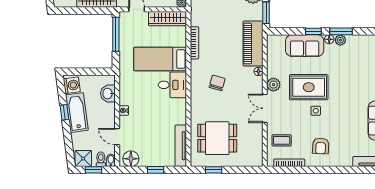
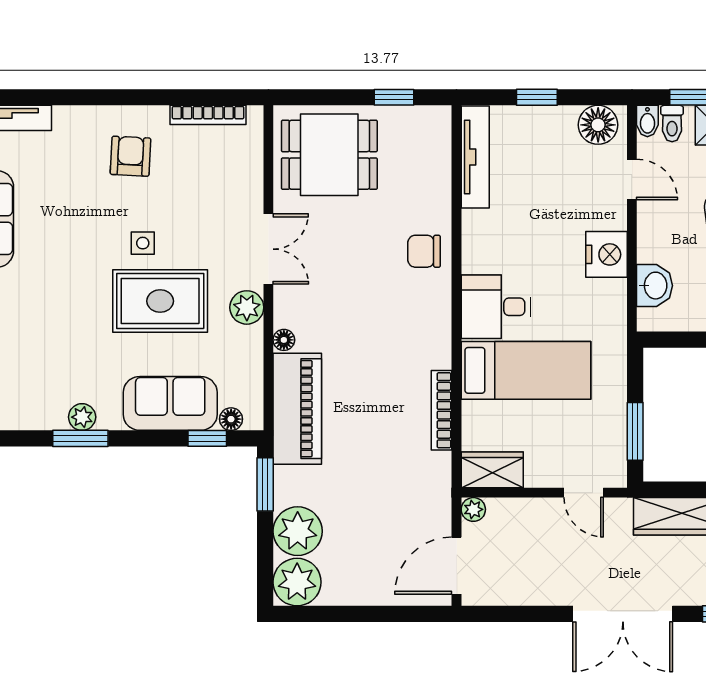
wardrobe: (168, 19) -> (492, 470), width x0.67
window: (313, 31) -> (207, 438), moved
window: (116, 34) -> (635, 431), width x0.69
floor lamp: (329, 39) -> (231, 419), moved
chair: (217, 83) -> (424, 251), moved, turned 74
nightstand: (124, 111) -> (606, 254), width x1.89, depth x1.79
dining table: (217, 138) -> (329, 155), moved
coffee table: (282, 140) -> (227, 170), removed

